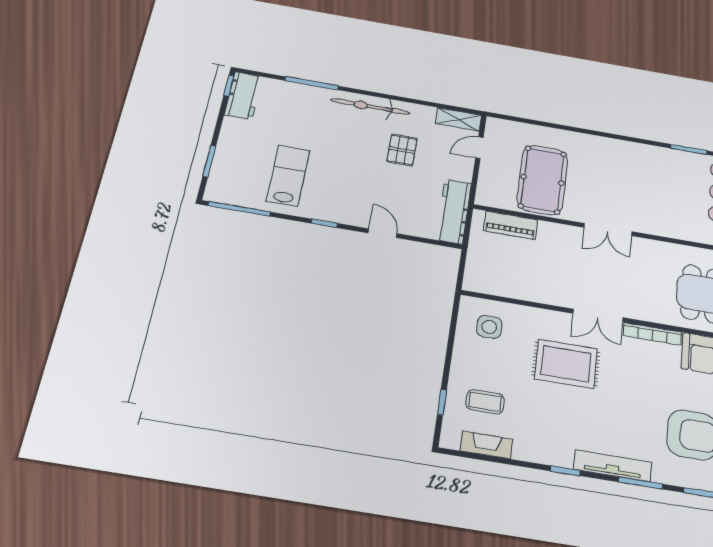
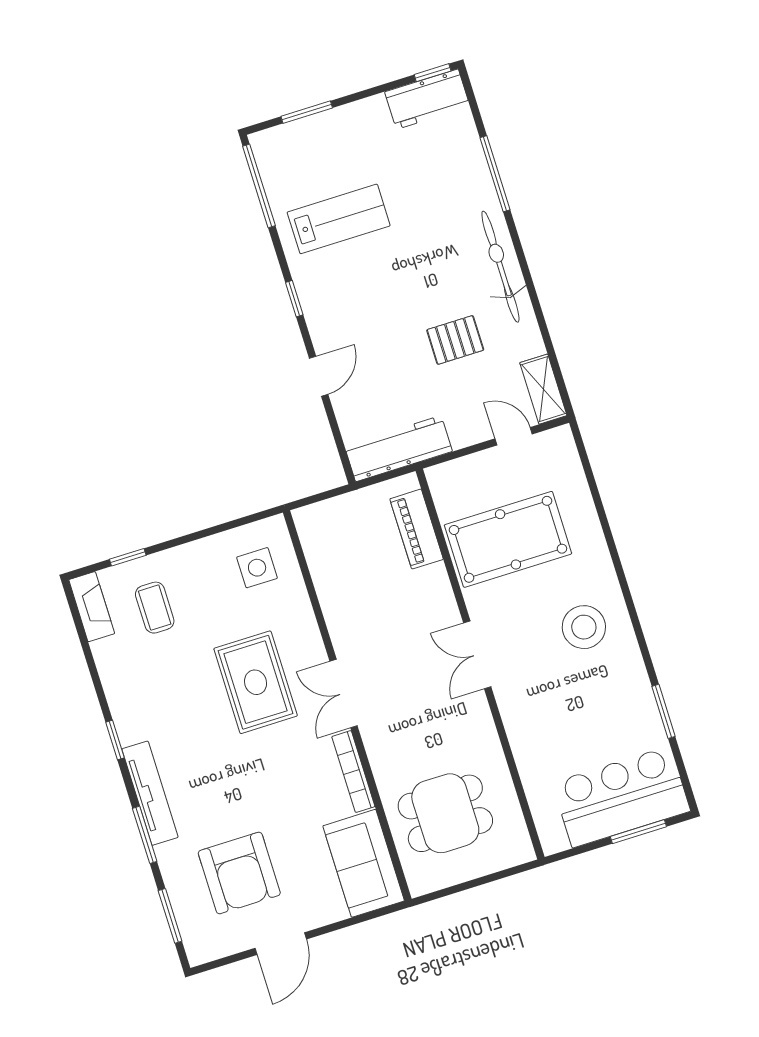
stool: (617, 166) -> (584, 627), added
fireplace: (486, 445) -> (92, 607), moved

